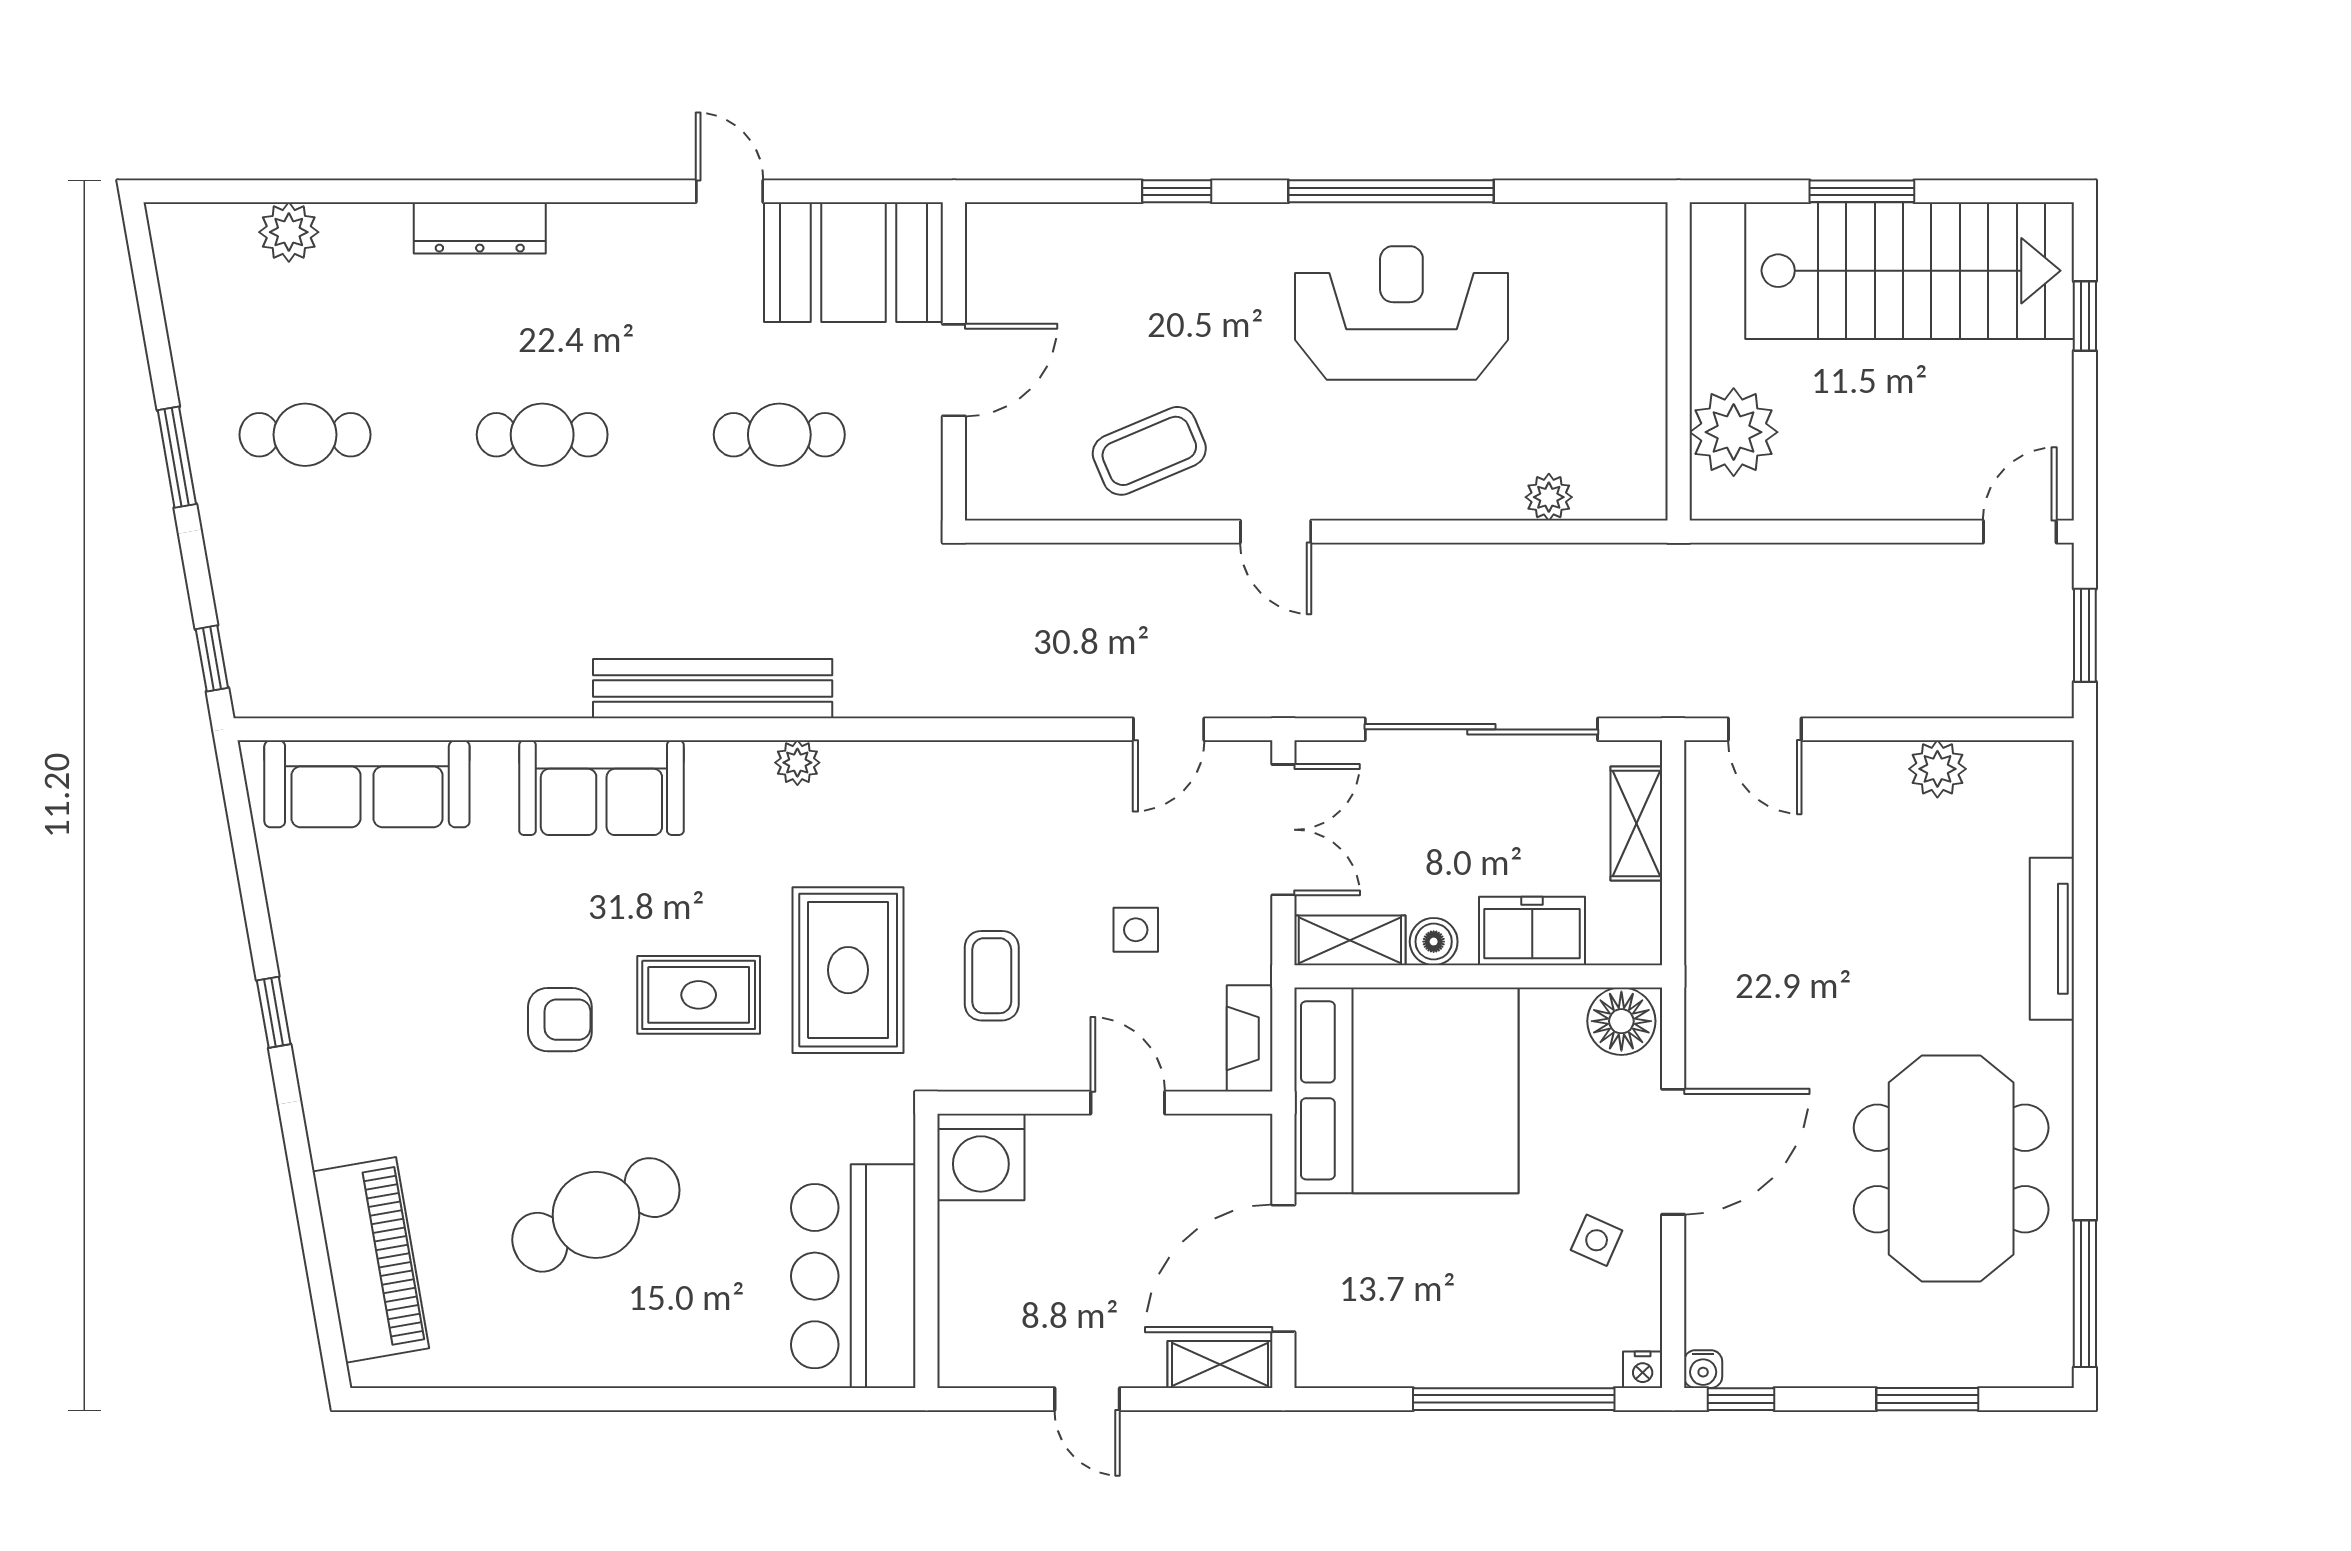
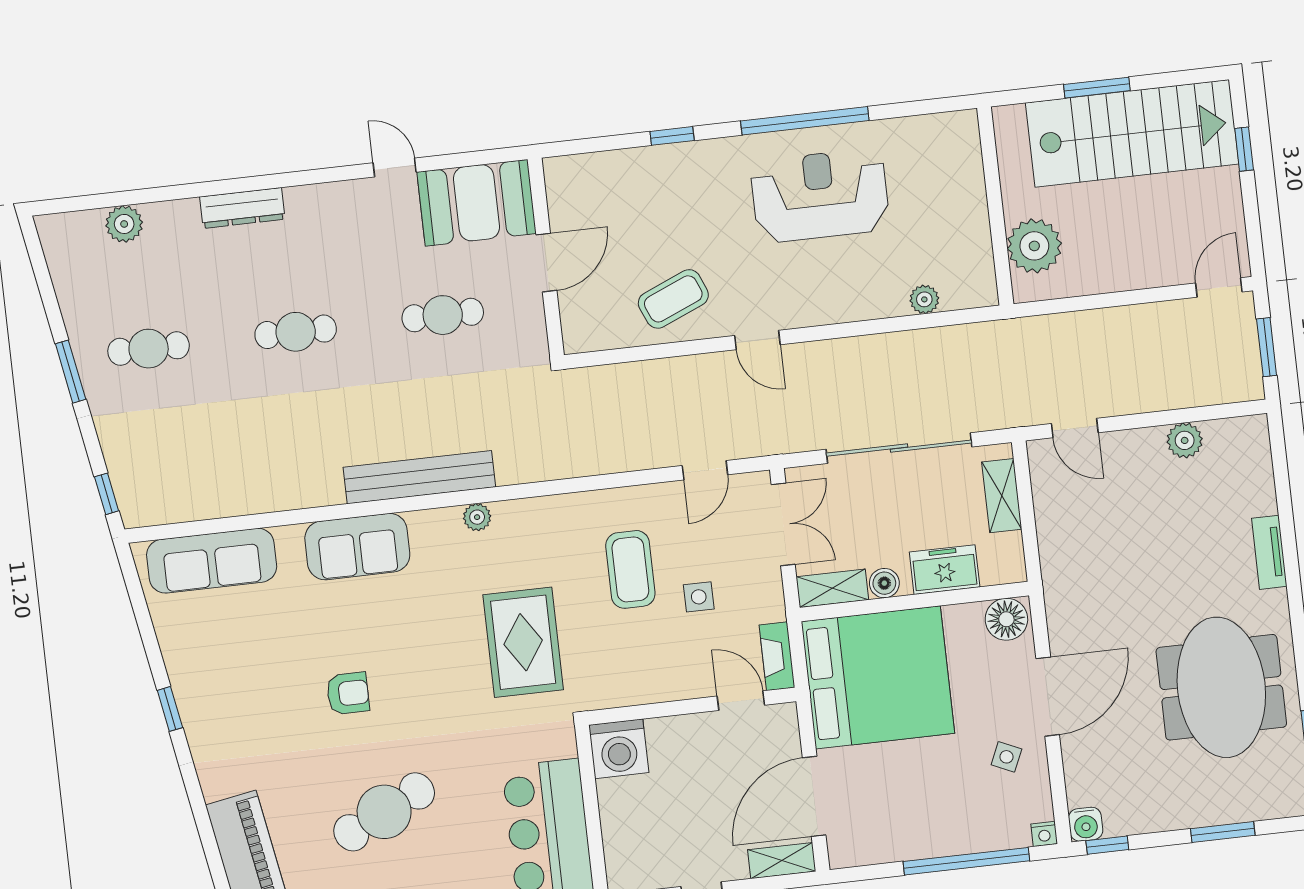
tv unit: (2052, 939) -> (1269, 552), width x0.71
coffee table: (992, 976) -> (630, 569), moved, width x1.36, depth x1.30
rug: (699, 995) -> (432, 668), removed
door: (1128, 1103) -> (741, 701), moved
water cooler: (1703, 1369) -> (1086, 824), width x1.38, depth x1.38

